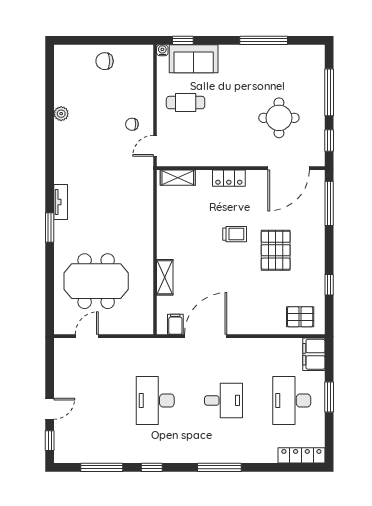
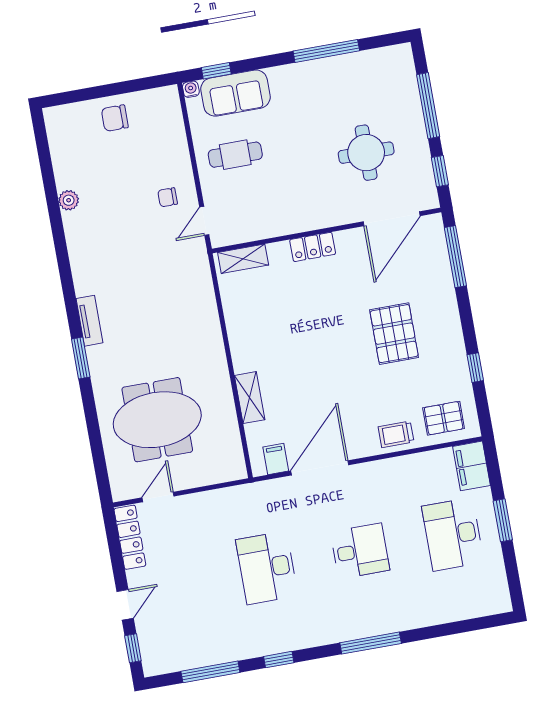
trolley: (235, 234) -> (396, 434), moved, turned 180
locker: (301, 455) -> (130, 537), moved, turned 90

